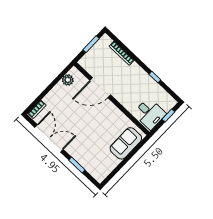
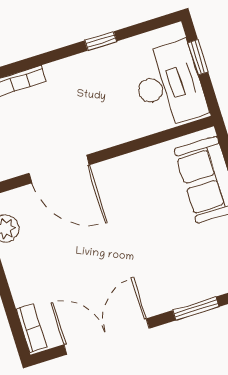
door: (100, 88) -> (59, 169), hinge flipped
desk: (150, 114) -> (169, 85), width x1.37

